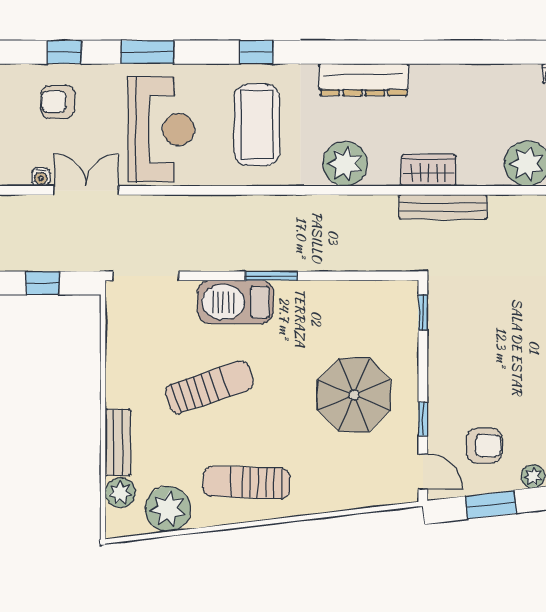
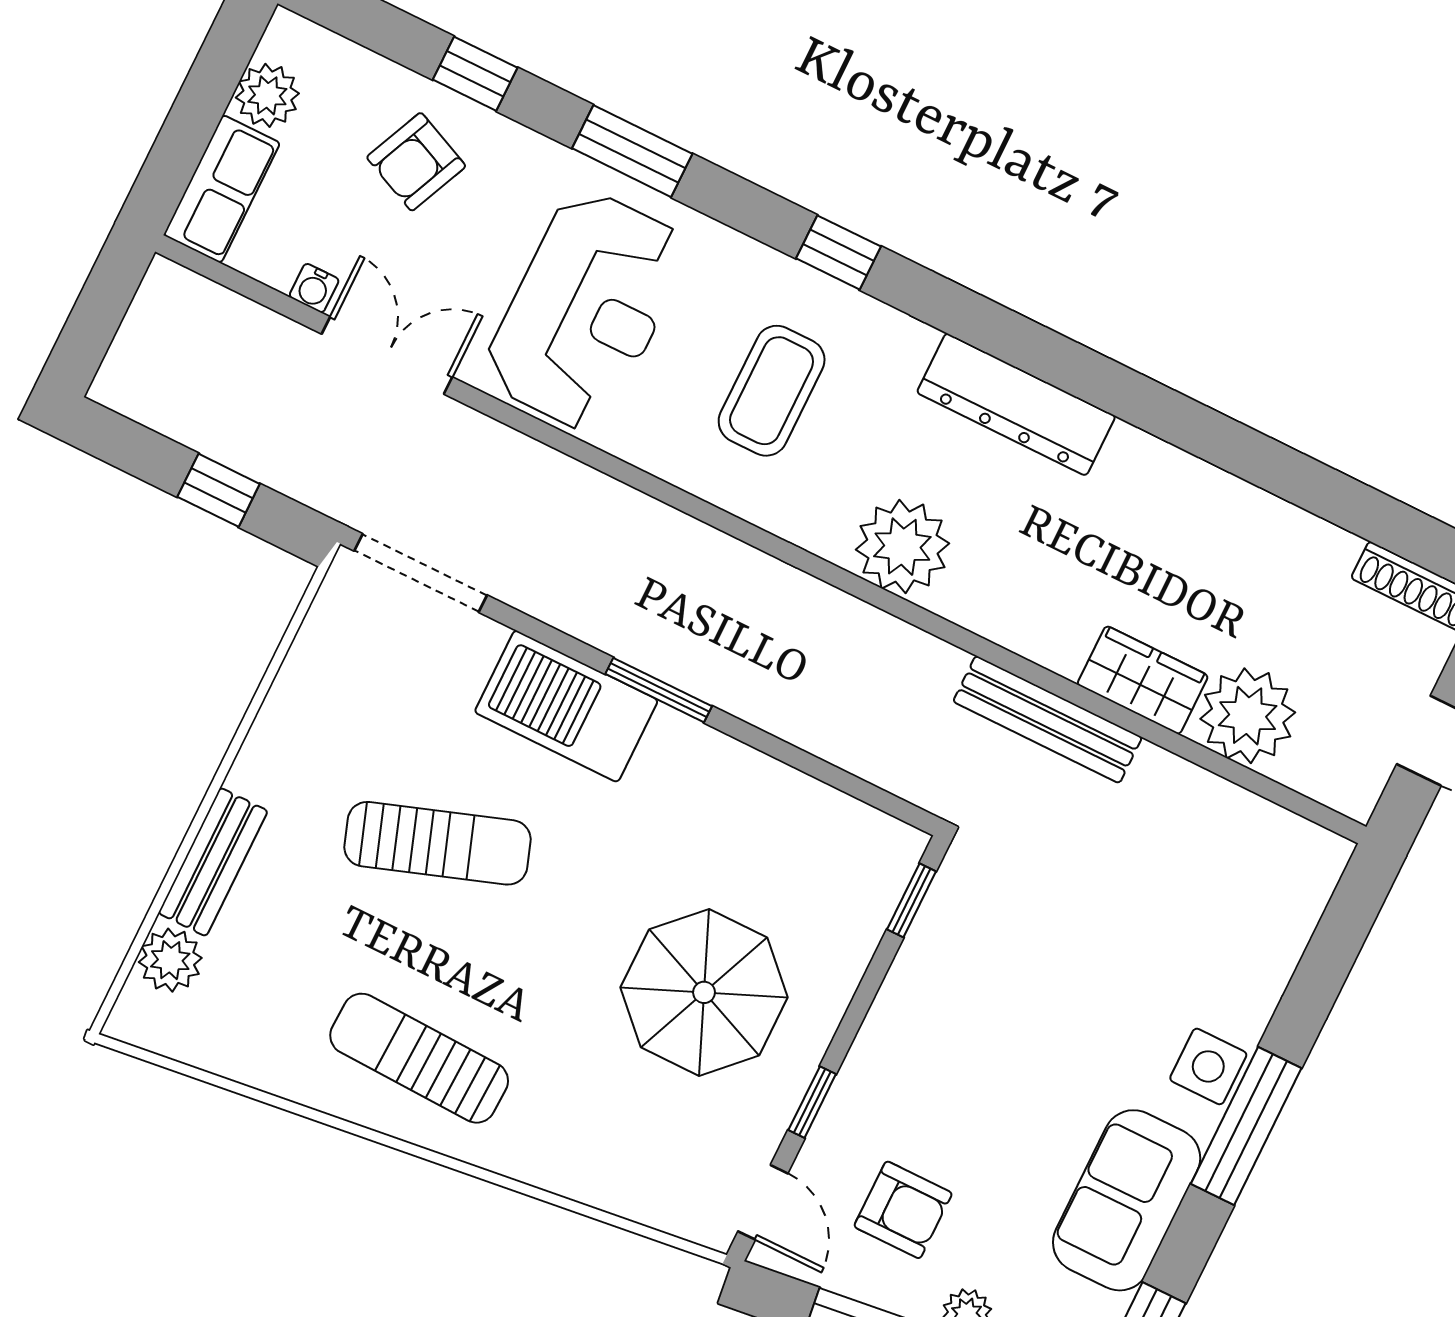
armchair: (58, 102) -> (416, 162), turned -66
coffee table: (257, 125) -> (772, 391), width x0.73, depth x0.76
wardrobe: (428, 170) -> (1143, 680), moved
plant: (168, 509) -> (246, 1035), removed

